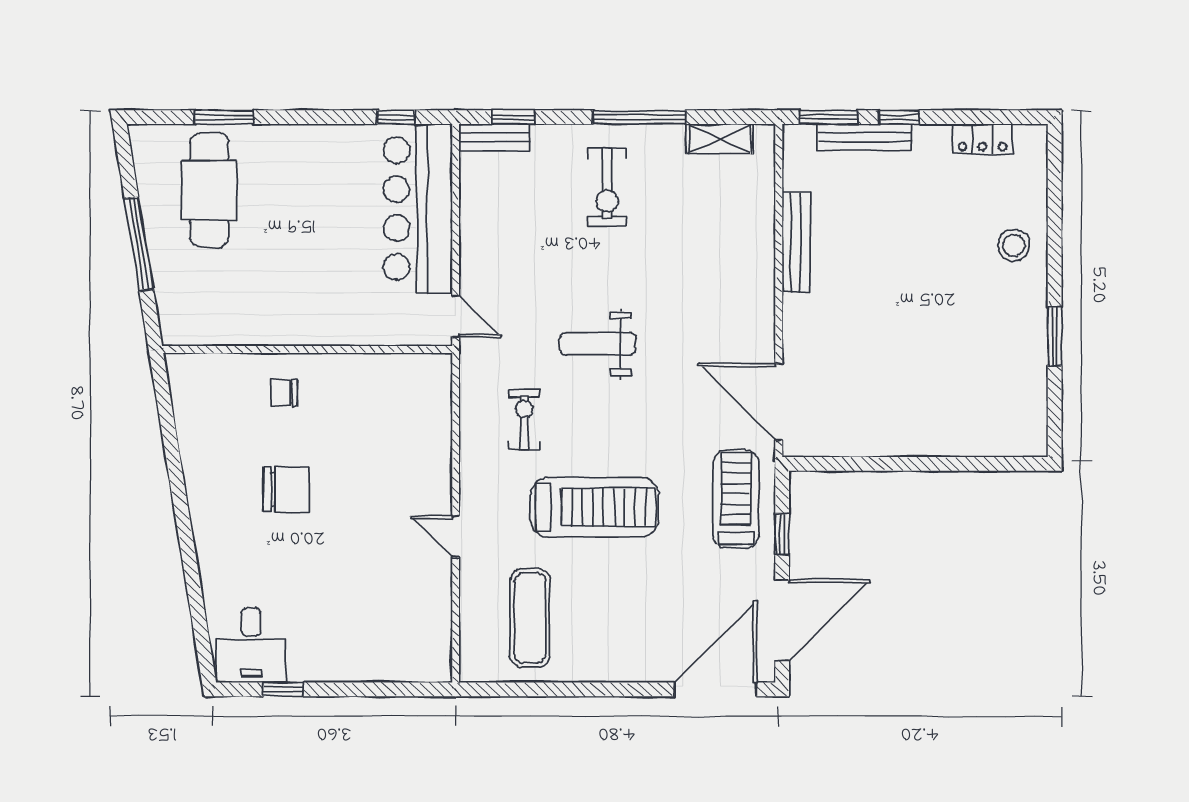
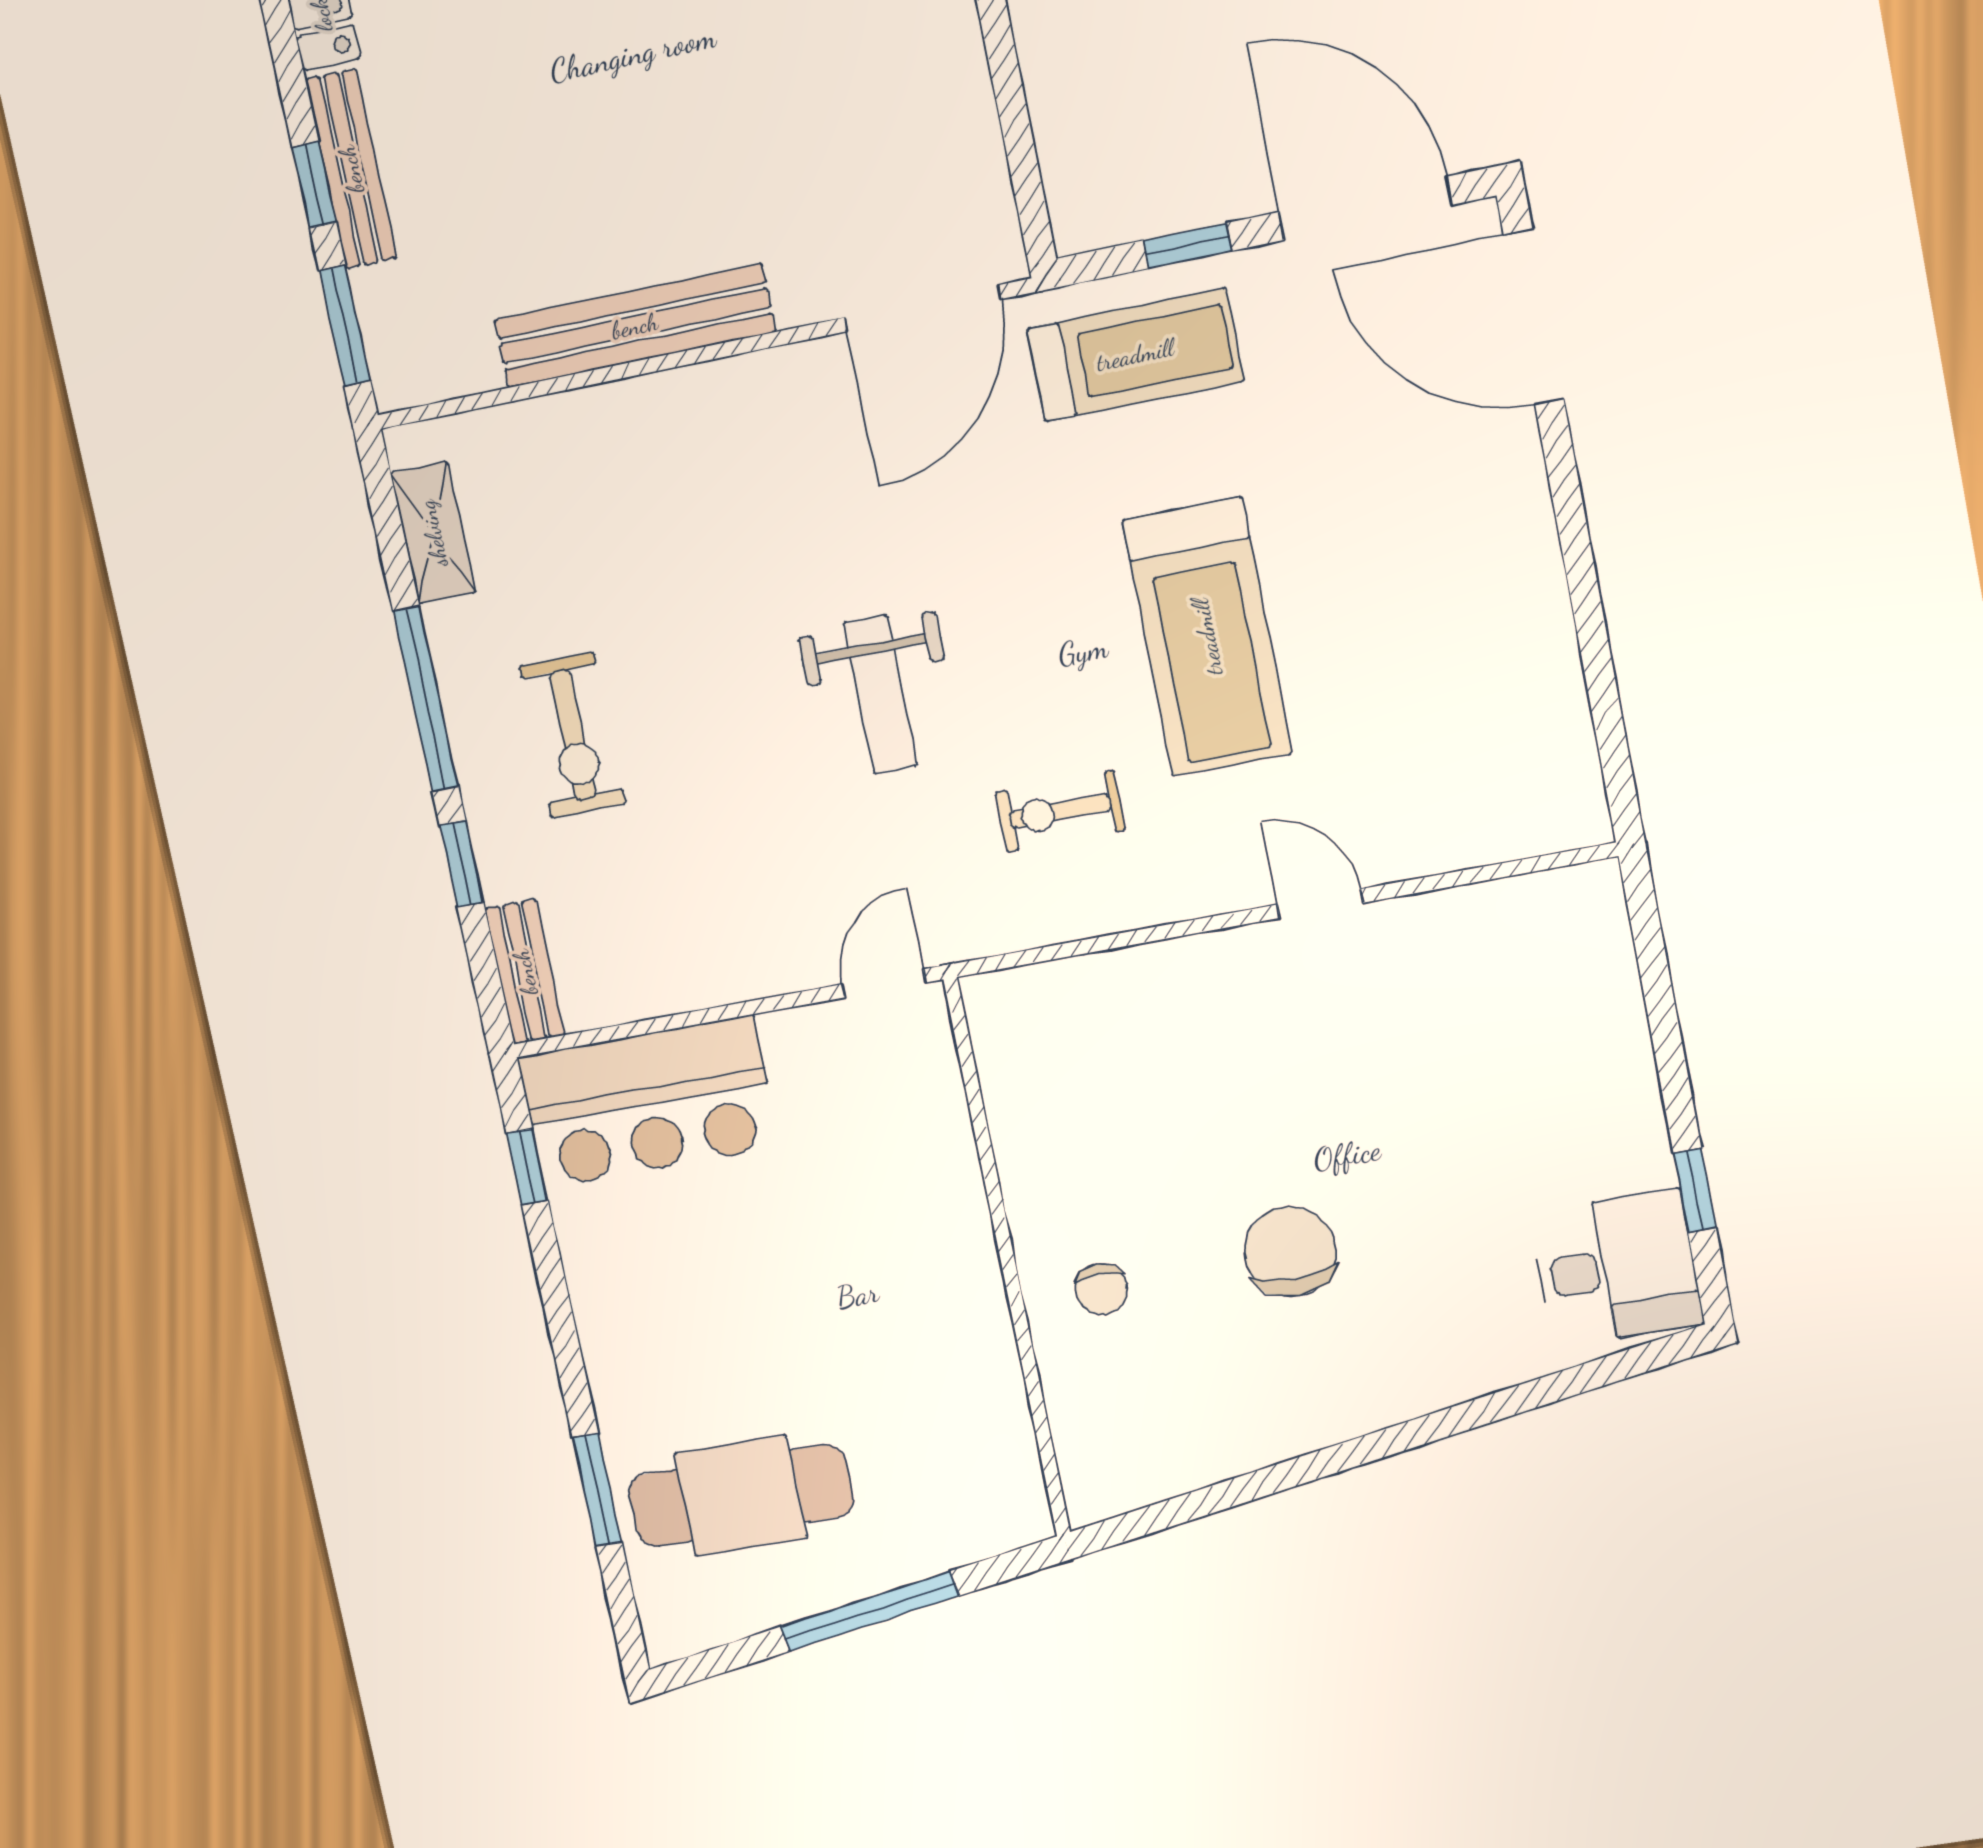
window: (513, 117) -> (461, 864), moved
bench: (864, 137) -> (351, 169), moved
exercise bike: (607, 187) -> (573, 735), turned 90
bar counter: (418, 209) -> (649, 1102), width x0.73
bench: (796, 242) -> (635, 326), width x1.37, depth x1.21
treadmill: (736, 499) -> (1135, 355), turned 180
treadmill: (595, 507) -> (1207, 637), turned 180
door: (456, 536) -> (1320, 904), swing flipped
exercise mat: (530, 618) -> (1457, 724), removed

